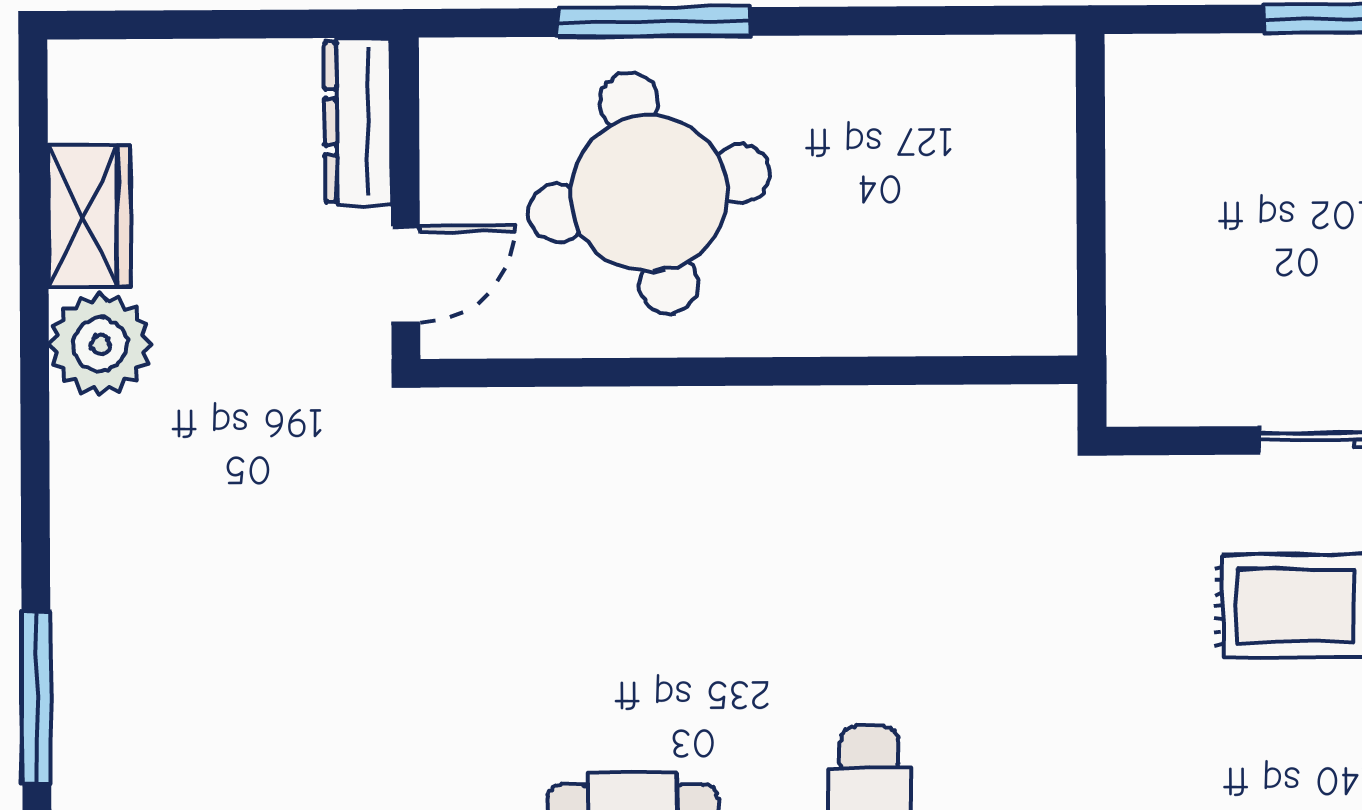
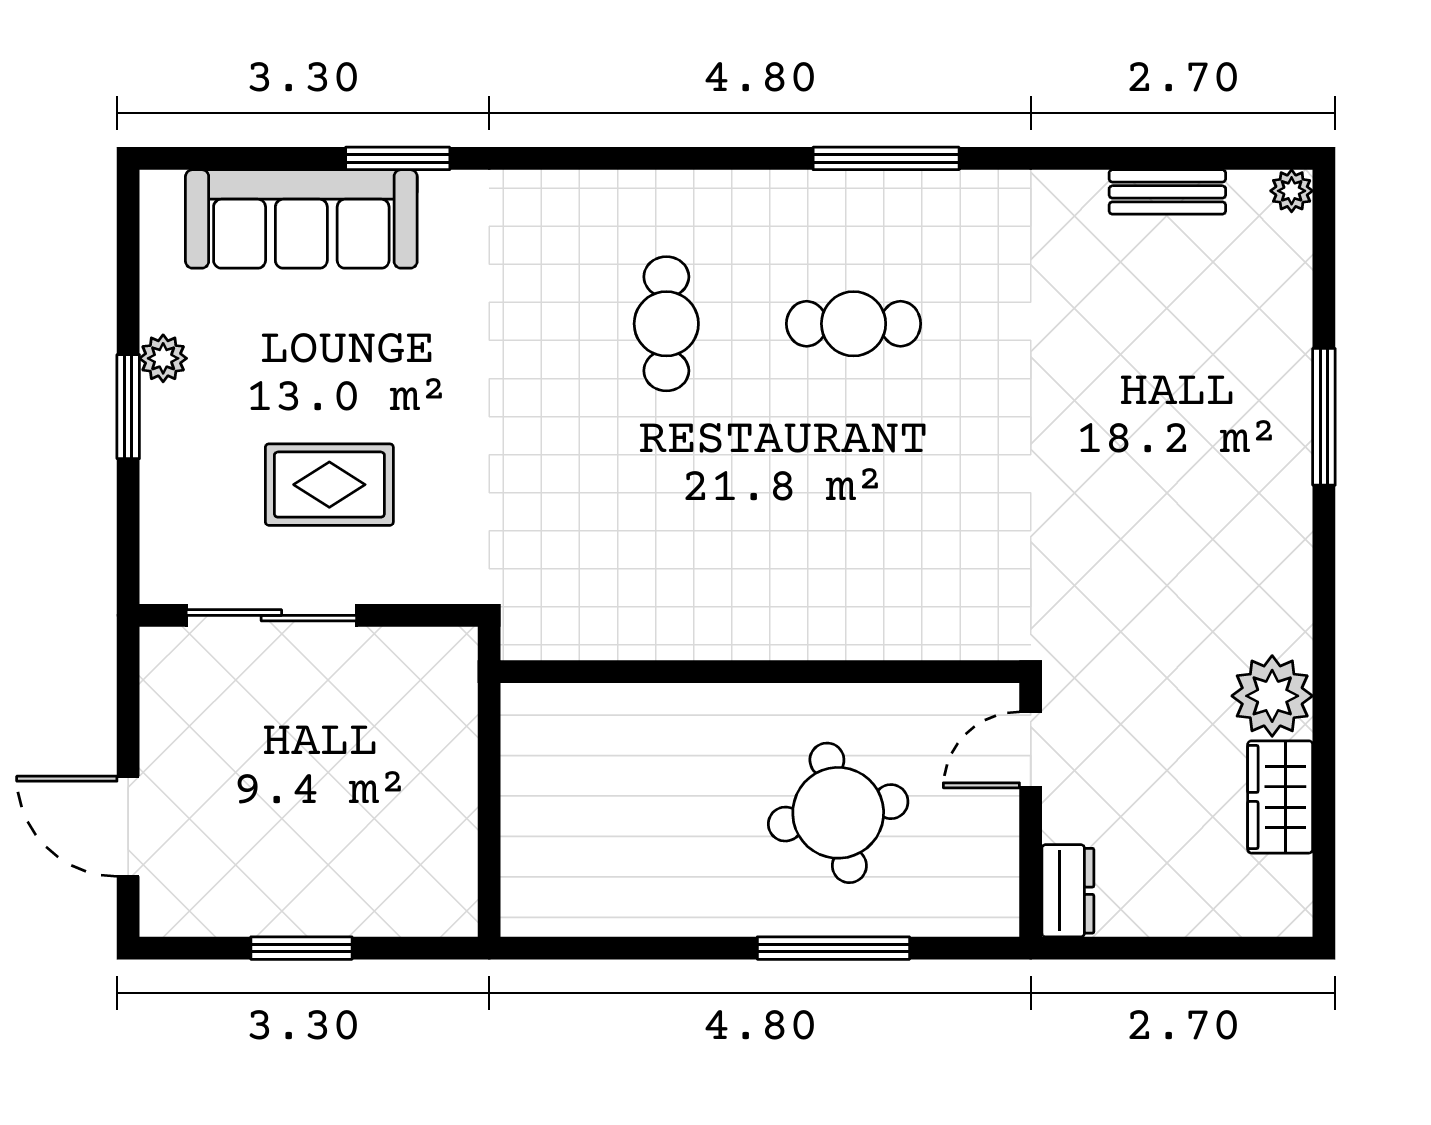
dresser: (358, 122) -> (1068, 891), width x0.70
round table: (649, 193) -> (838, 813), width x0.73, depth x0.73

